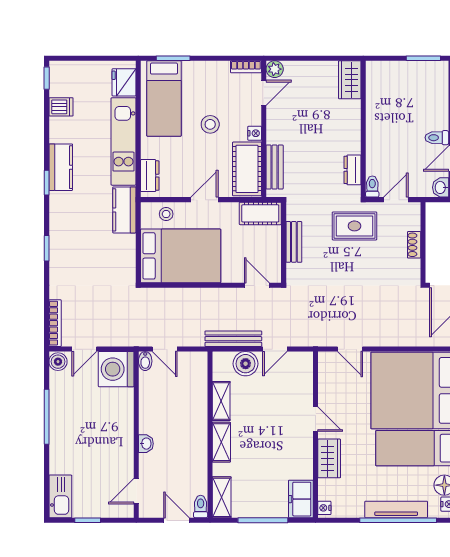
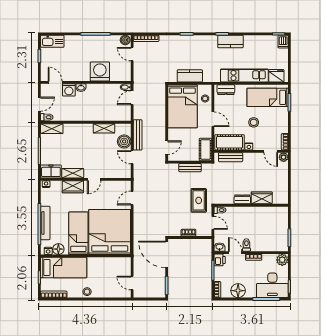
wardrobe: (350, 80) -> (262, 198), moved
dishwasher: (61, 107) -> (283, 42), moved
dresser: (352, 170) -> (242, 199), moved
kitchen counter: (124, 210) -> (190, 76), moved
washing machine: (116, 369) -> (100, 71), moved
shelving: (221, 442) -> (73, 173), moved
washing machine: (150, 466) -> (69, 90), added

